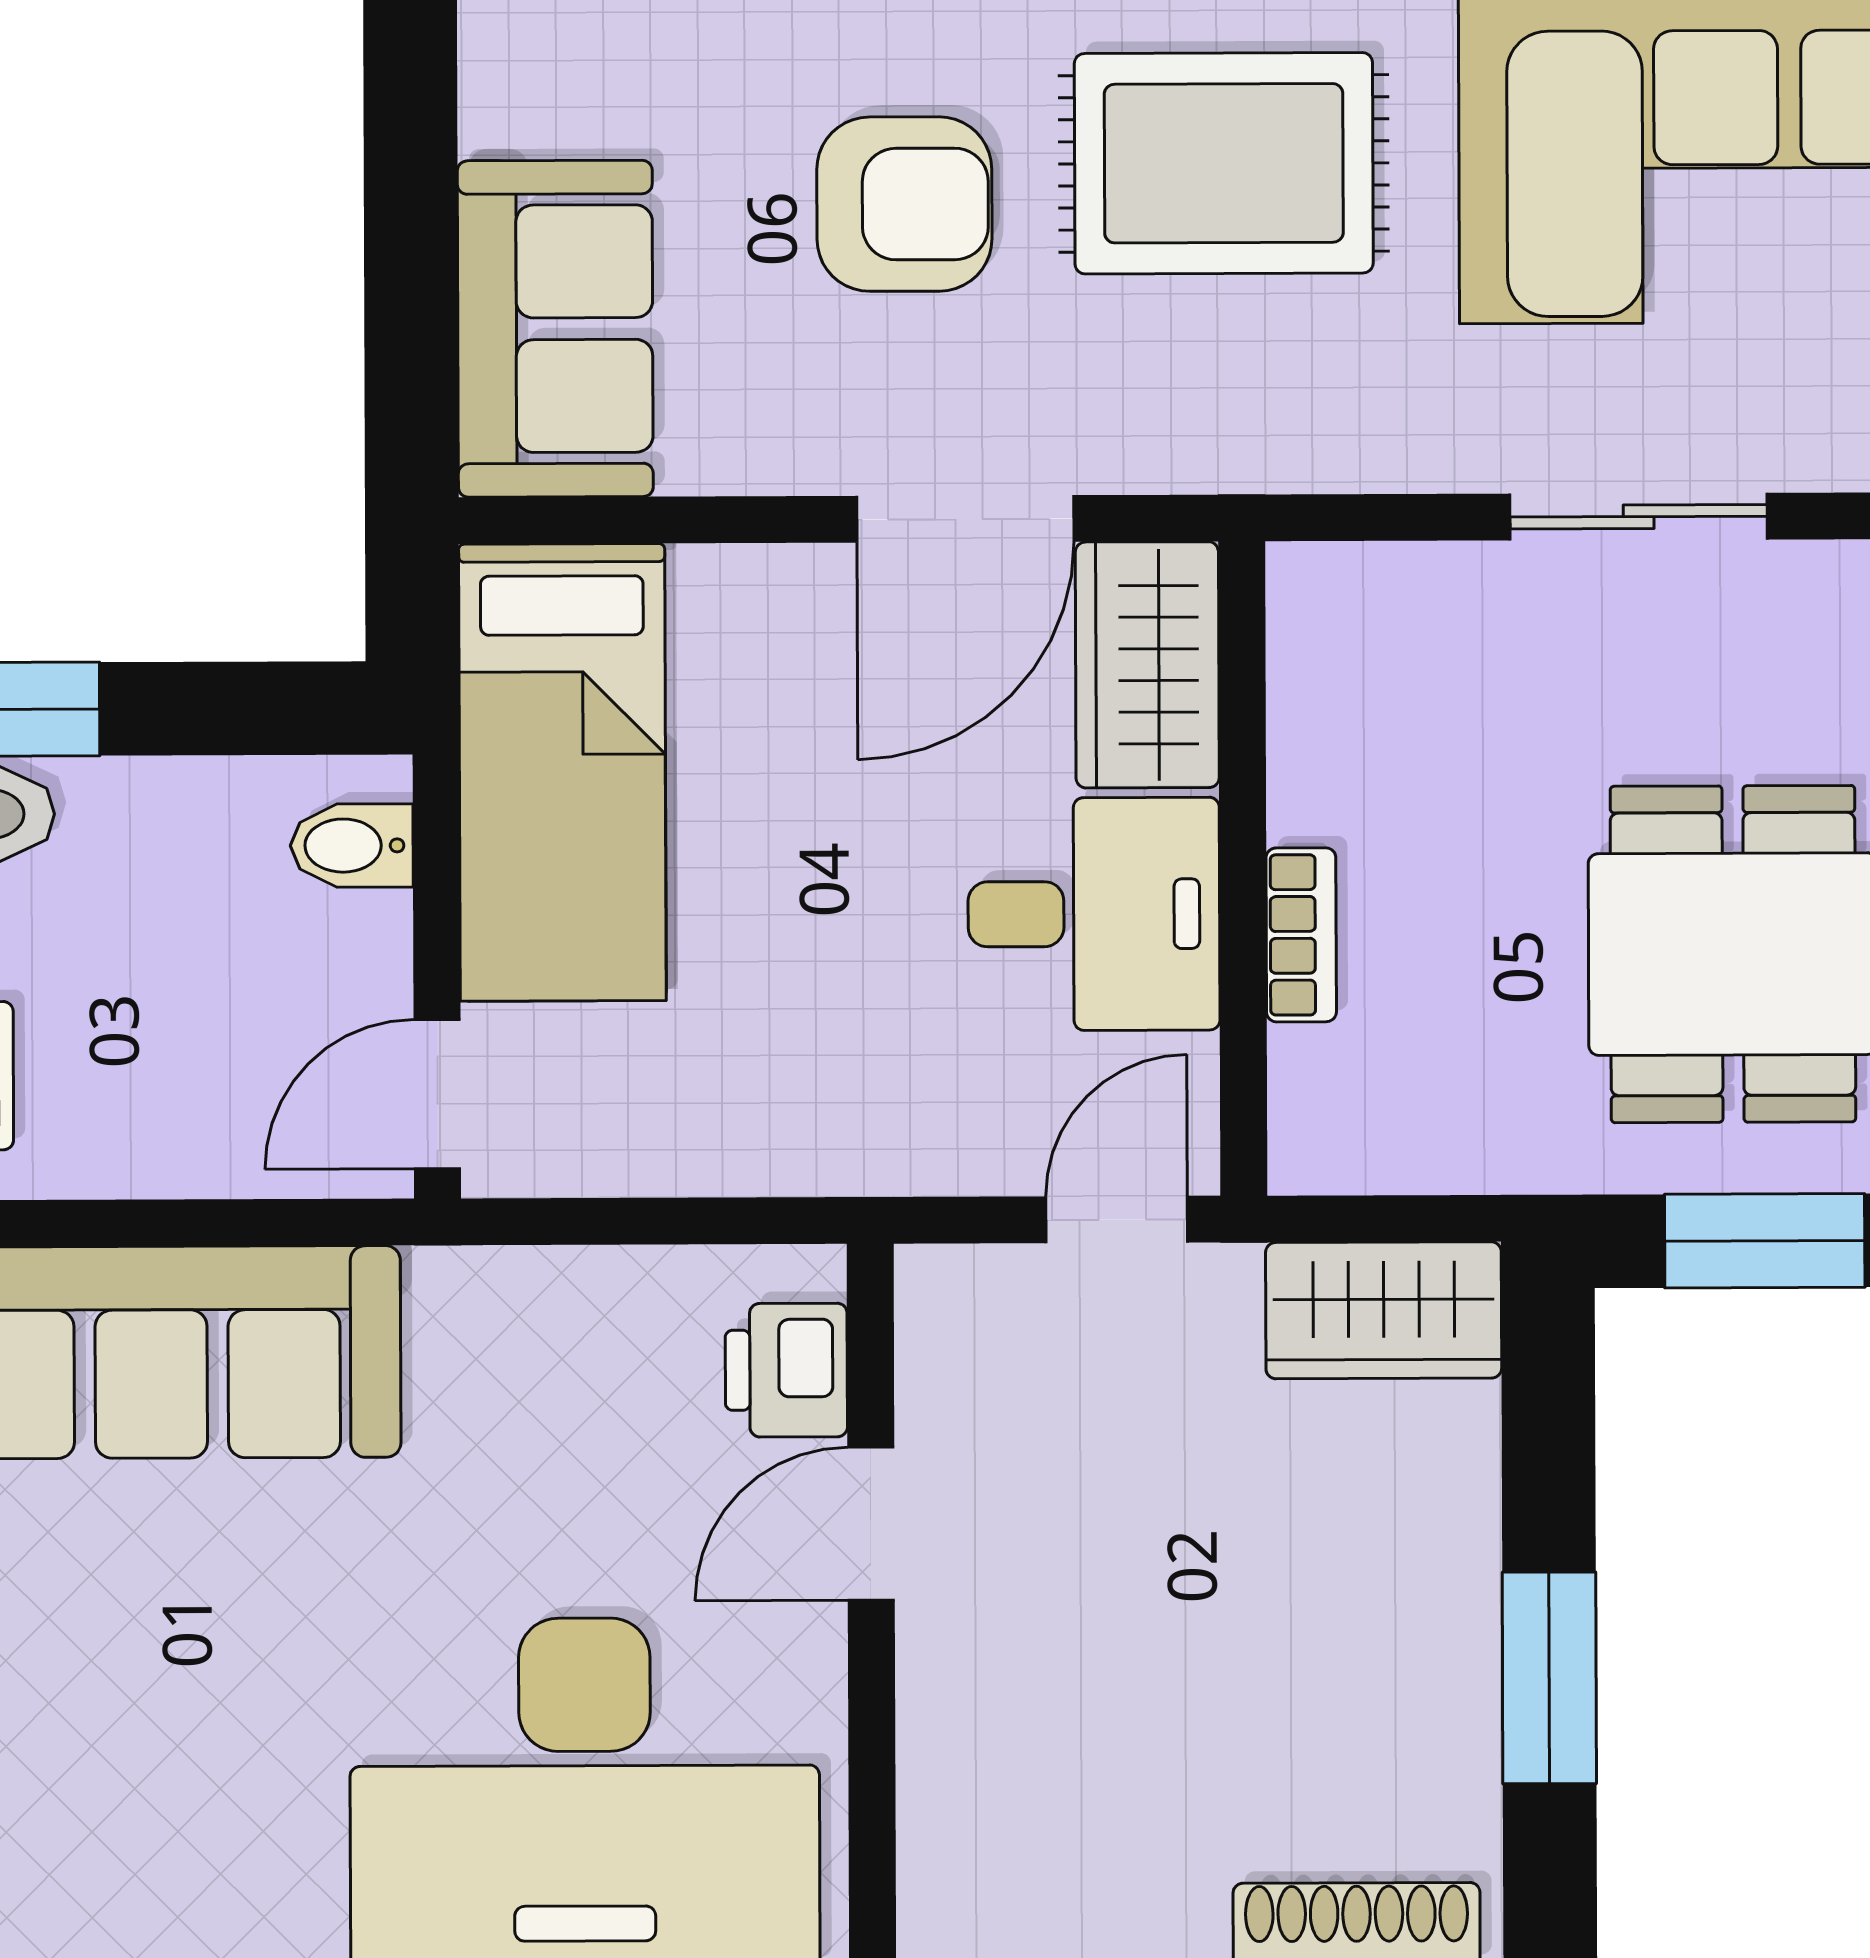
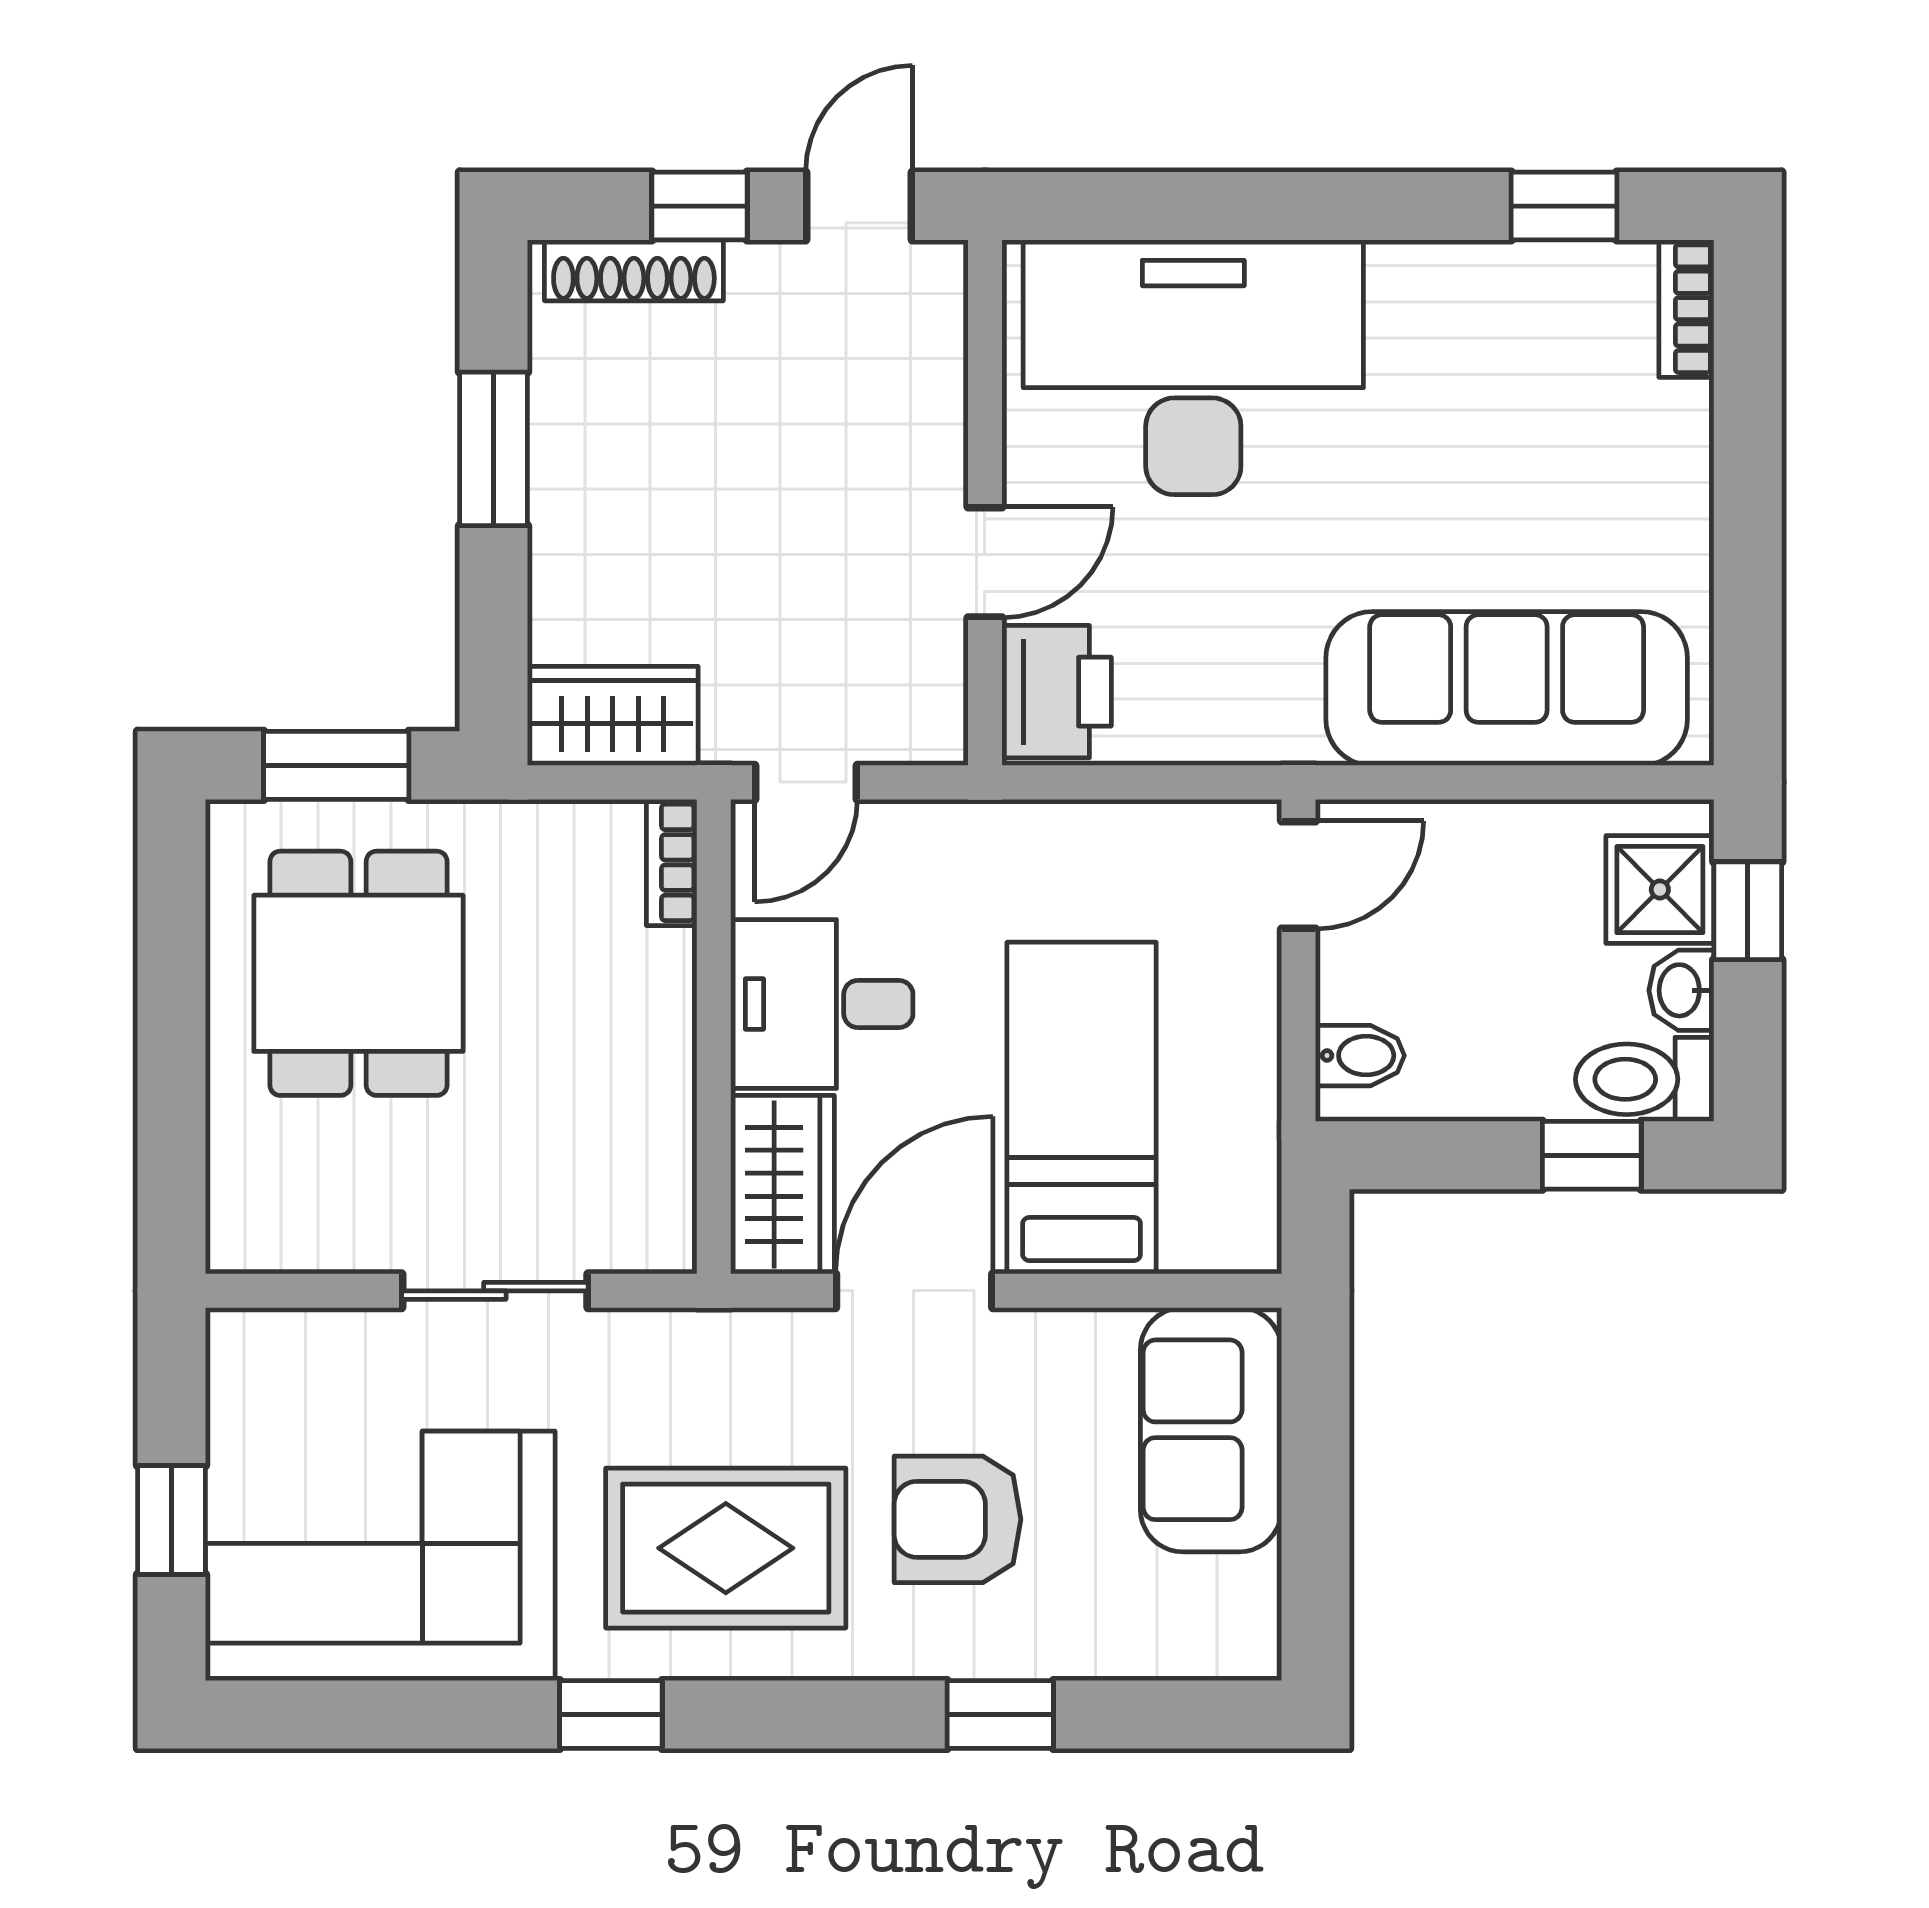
sliding door: (1639, 517) -> (495, 1291), moved
bed: (562, 772) -> (1082, 1108), moved
bookcase: (1301, 935) -> (672, 862), moved
printer: (786, 1370) -> (1057, 692), width x1.36, depth x1.24

